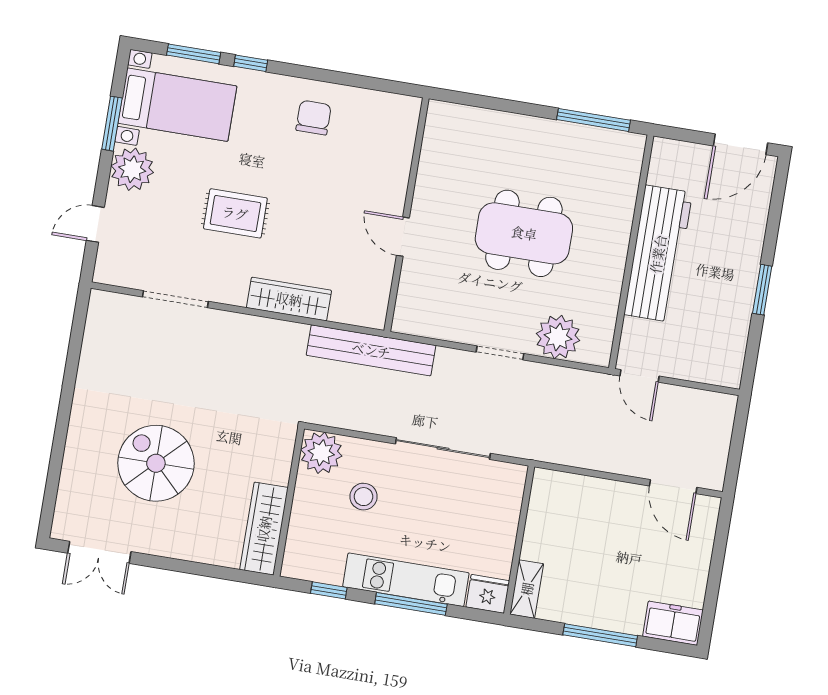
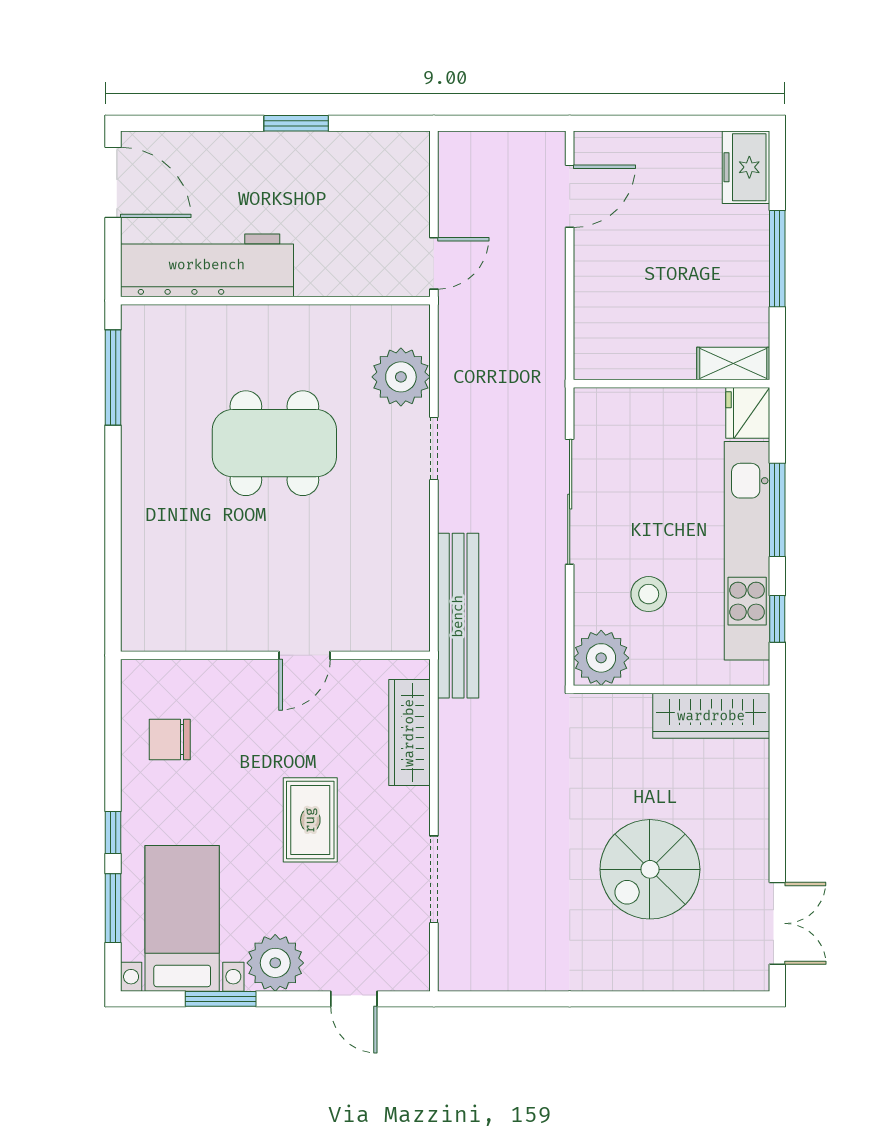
wall: (407, 215) -> (275, 655), moved
dining table: (524, 233) -> (274, 443), turned 90
door: (403, 237) -> (305, 655), moved
workbench: (658, 254) -> (207, 265), moved
kitchen unit: (406, 580) -> (747, 551), width x1.36

